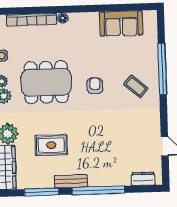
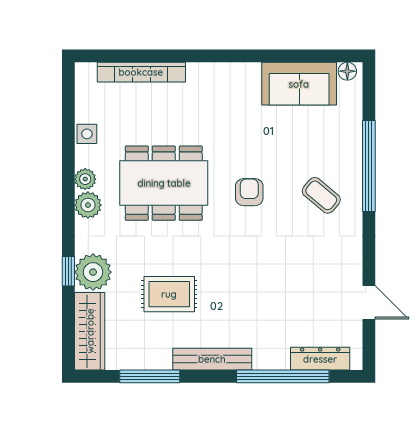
floor lamp: (63, 18) -> (347, 71), moved
dresser: (143, 179) -> (320, 359), width x1.44
bench: (71, 181) -> (212, 359), width x1.36
window: (98, 190) -> (283, 376), moved

